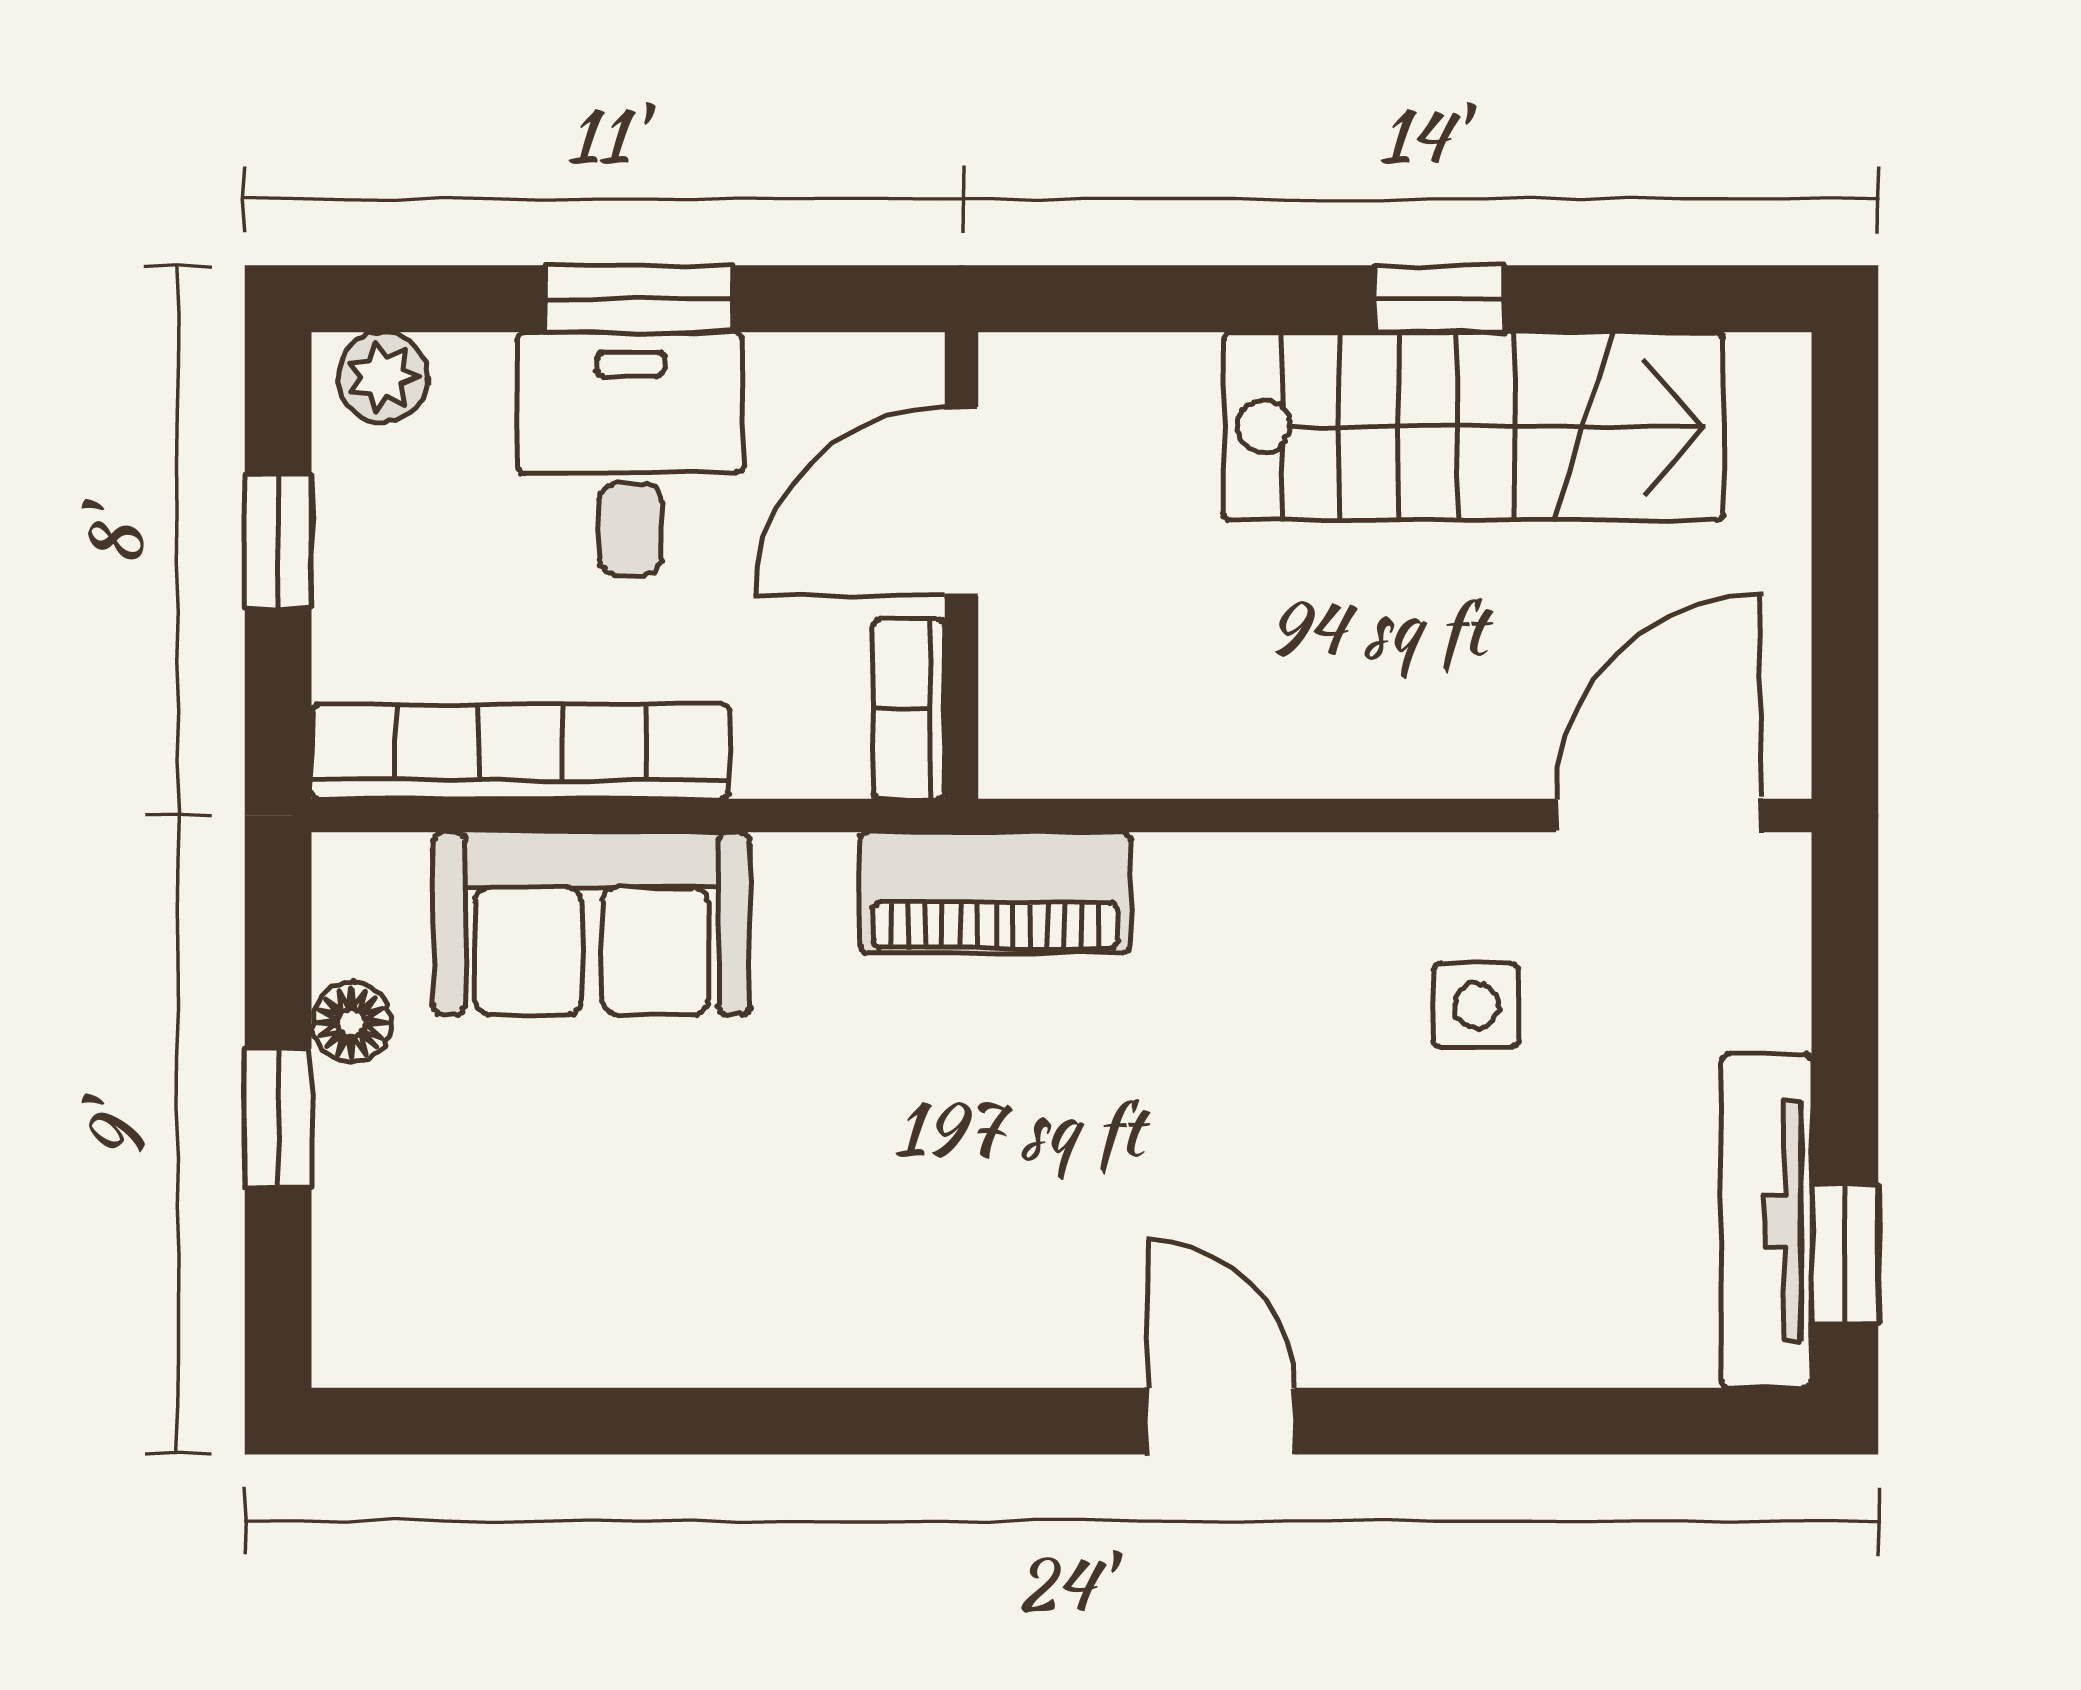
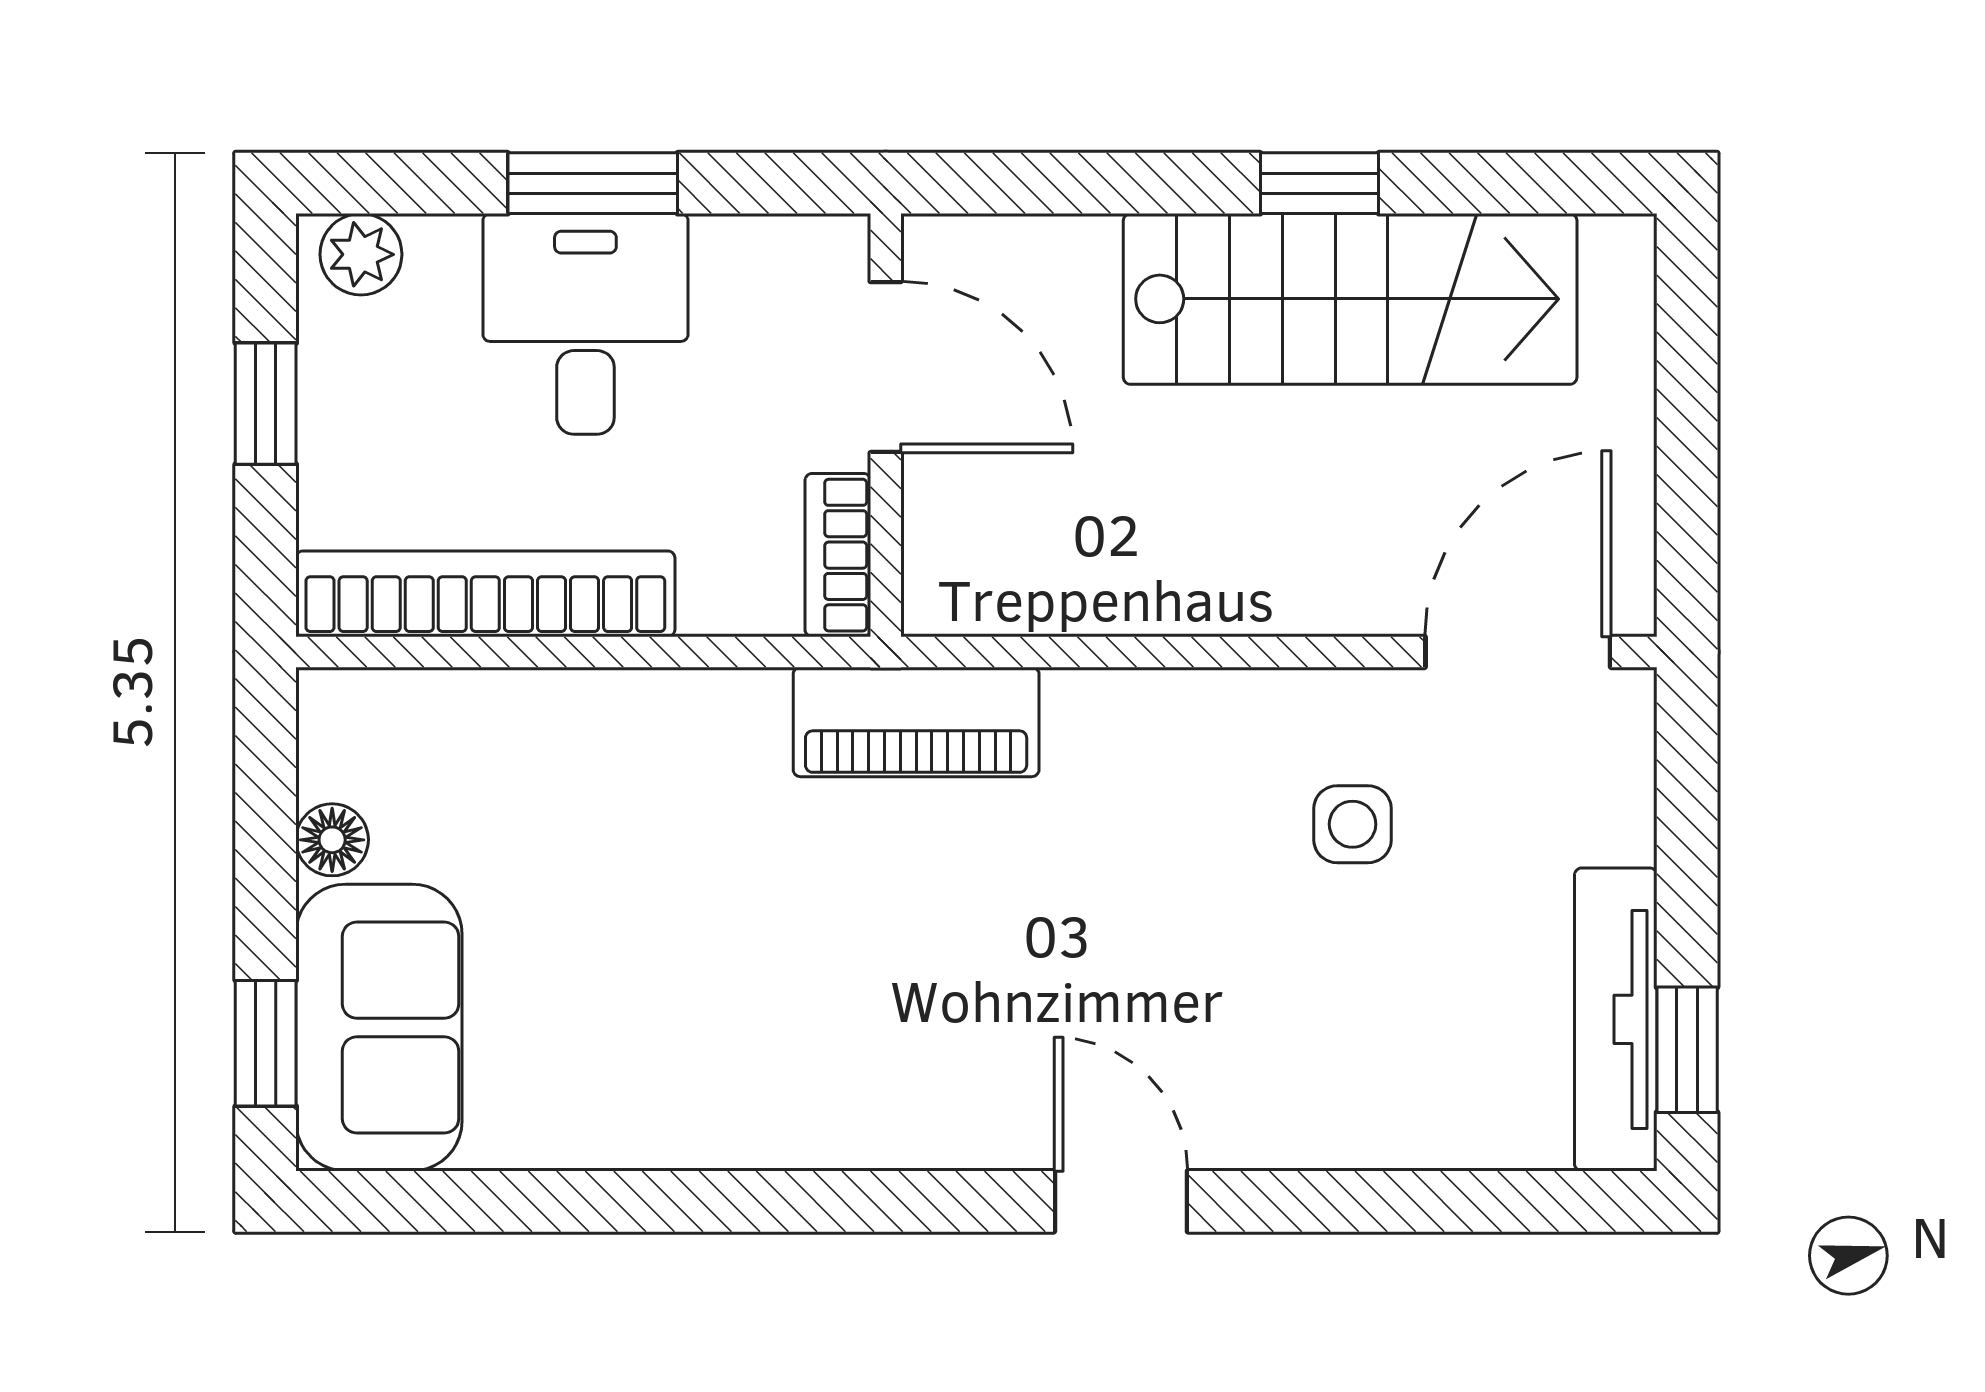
door: (962, 501) -> (886, 367), swing flipped
sofa: (592, 924) -> (379, 1028), moved, turned -90
window: (278, 1118) -> (266, 1043), moved

